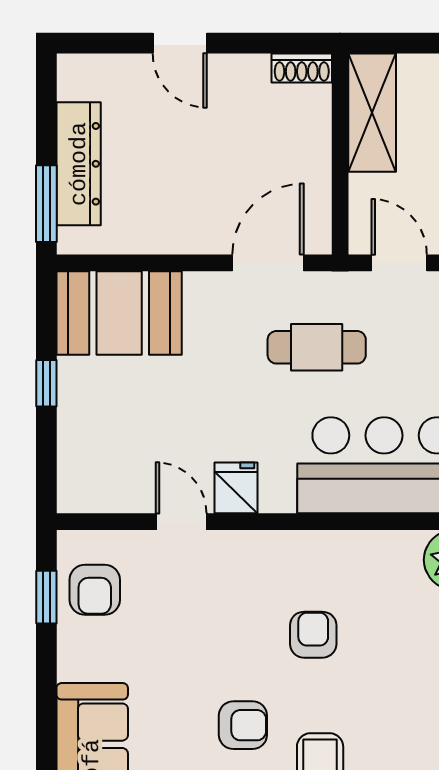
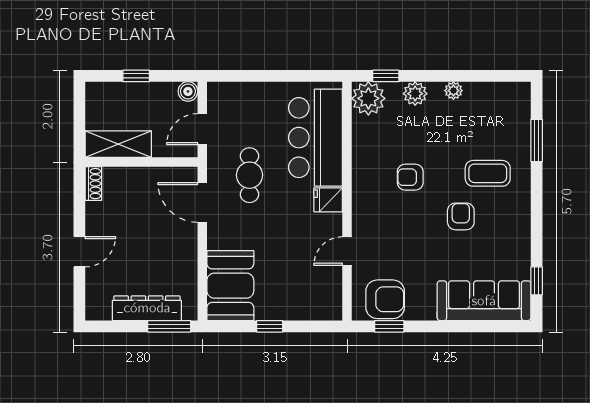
fridge: (236, 488) -> (328, 200), moved
armchair: (95, 590) -> (385, 299), width x1.38, depth x1.38

